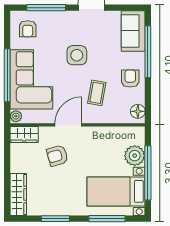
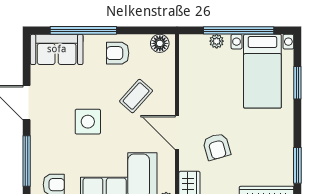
coffee table: (97, 93) -> (136, 96), turned -58
plant: (135, 156) -> (217, 41), width x0.53, depth x0.53
window: (55, 219) -> (297, 165), moved
window: (107, 219) -> (297, 83), width x0.69

